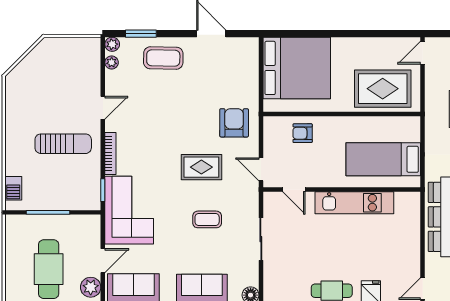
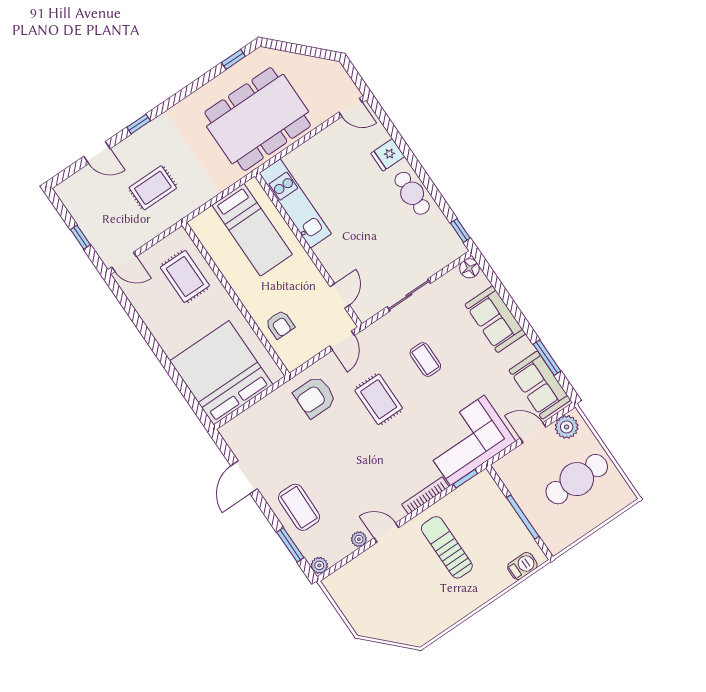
plant: (112, 62) -> (359, 539), moved
rug: (383, 89) -> (185, 277), width x0.73, depth x0.70
kitchen unit: (354, 203) -> (295, 203), moved

